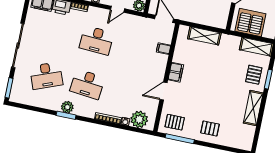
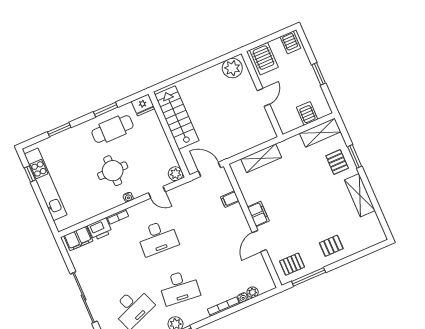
door: (118, 9) -> (157, 192), hinge flipped
server rack: (250, 23) -> (307, 113), width x0.46, depth x0.70
plant: (139, 119) -> (253, 292), width x0.53, depth x0.53

